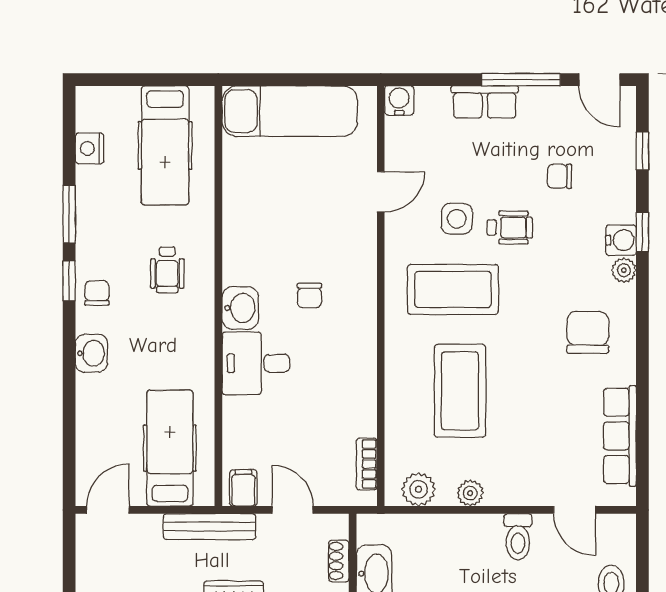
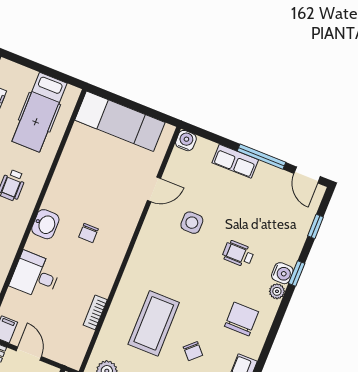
chair: (560, 176) -> (193, 351), moved, turned -133
wheelchair: (510, 228) -> (238, 254), moved, turned 180
coffee table: (453, 289) -> (173, 263), removed
desk: (256, 363) -> (35, 275), moved
bookcase: (367, 464) -> (95, 312), moved

